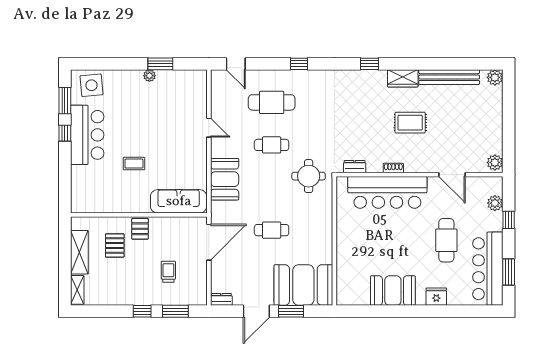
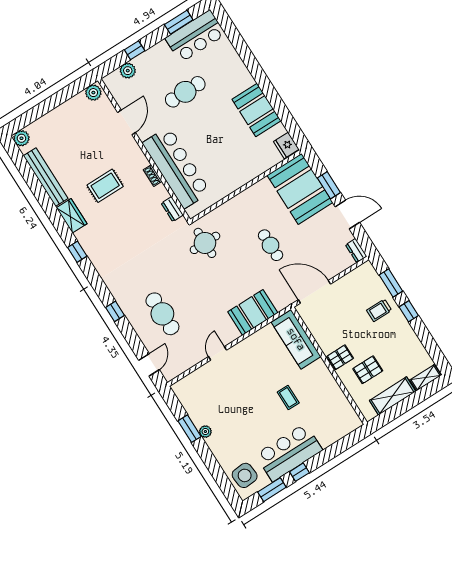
rug: (410, 123) -> (105, 186), turned 90
cafe table: (272, 145) -> (198, 291), removed
bar counter: (488, 269) -> (195, 36), width x0.73
trolley: (168, 272) -> (379, 310), moved
fridge: (436, 297) -> (286, 145), moved

